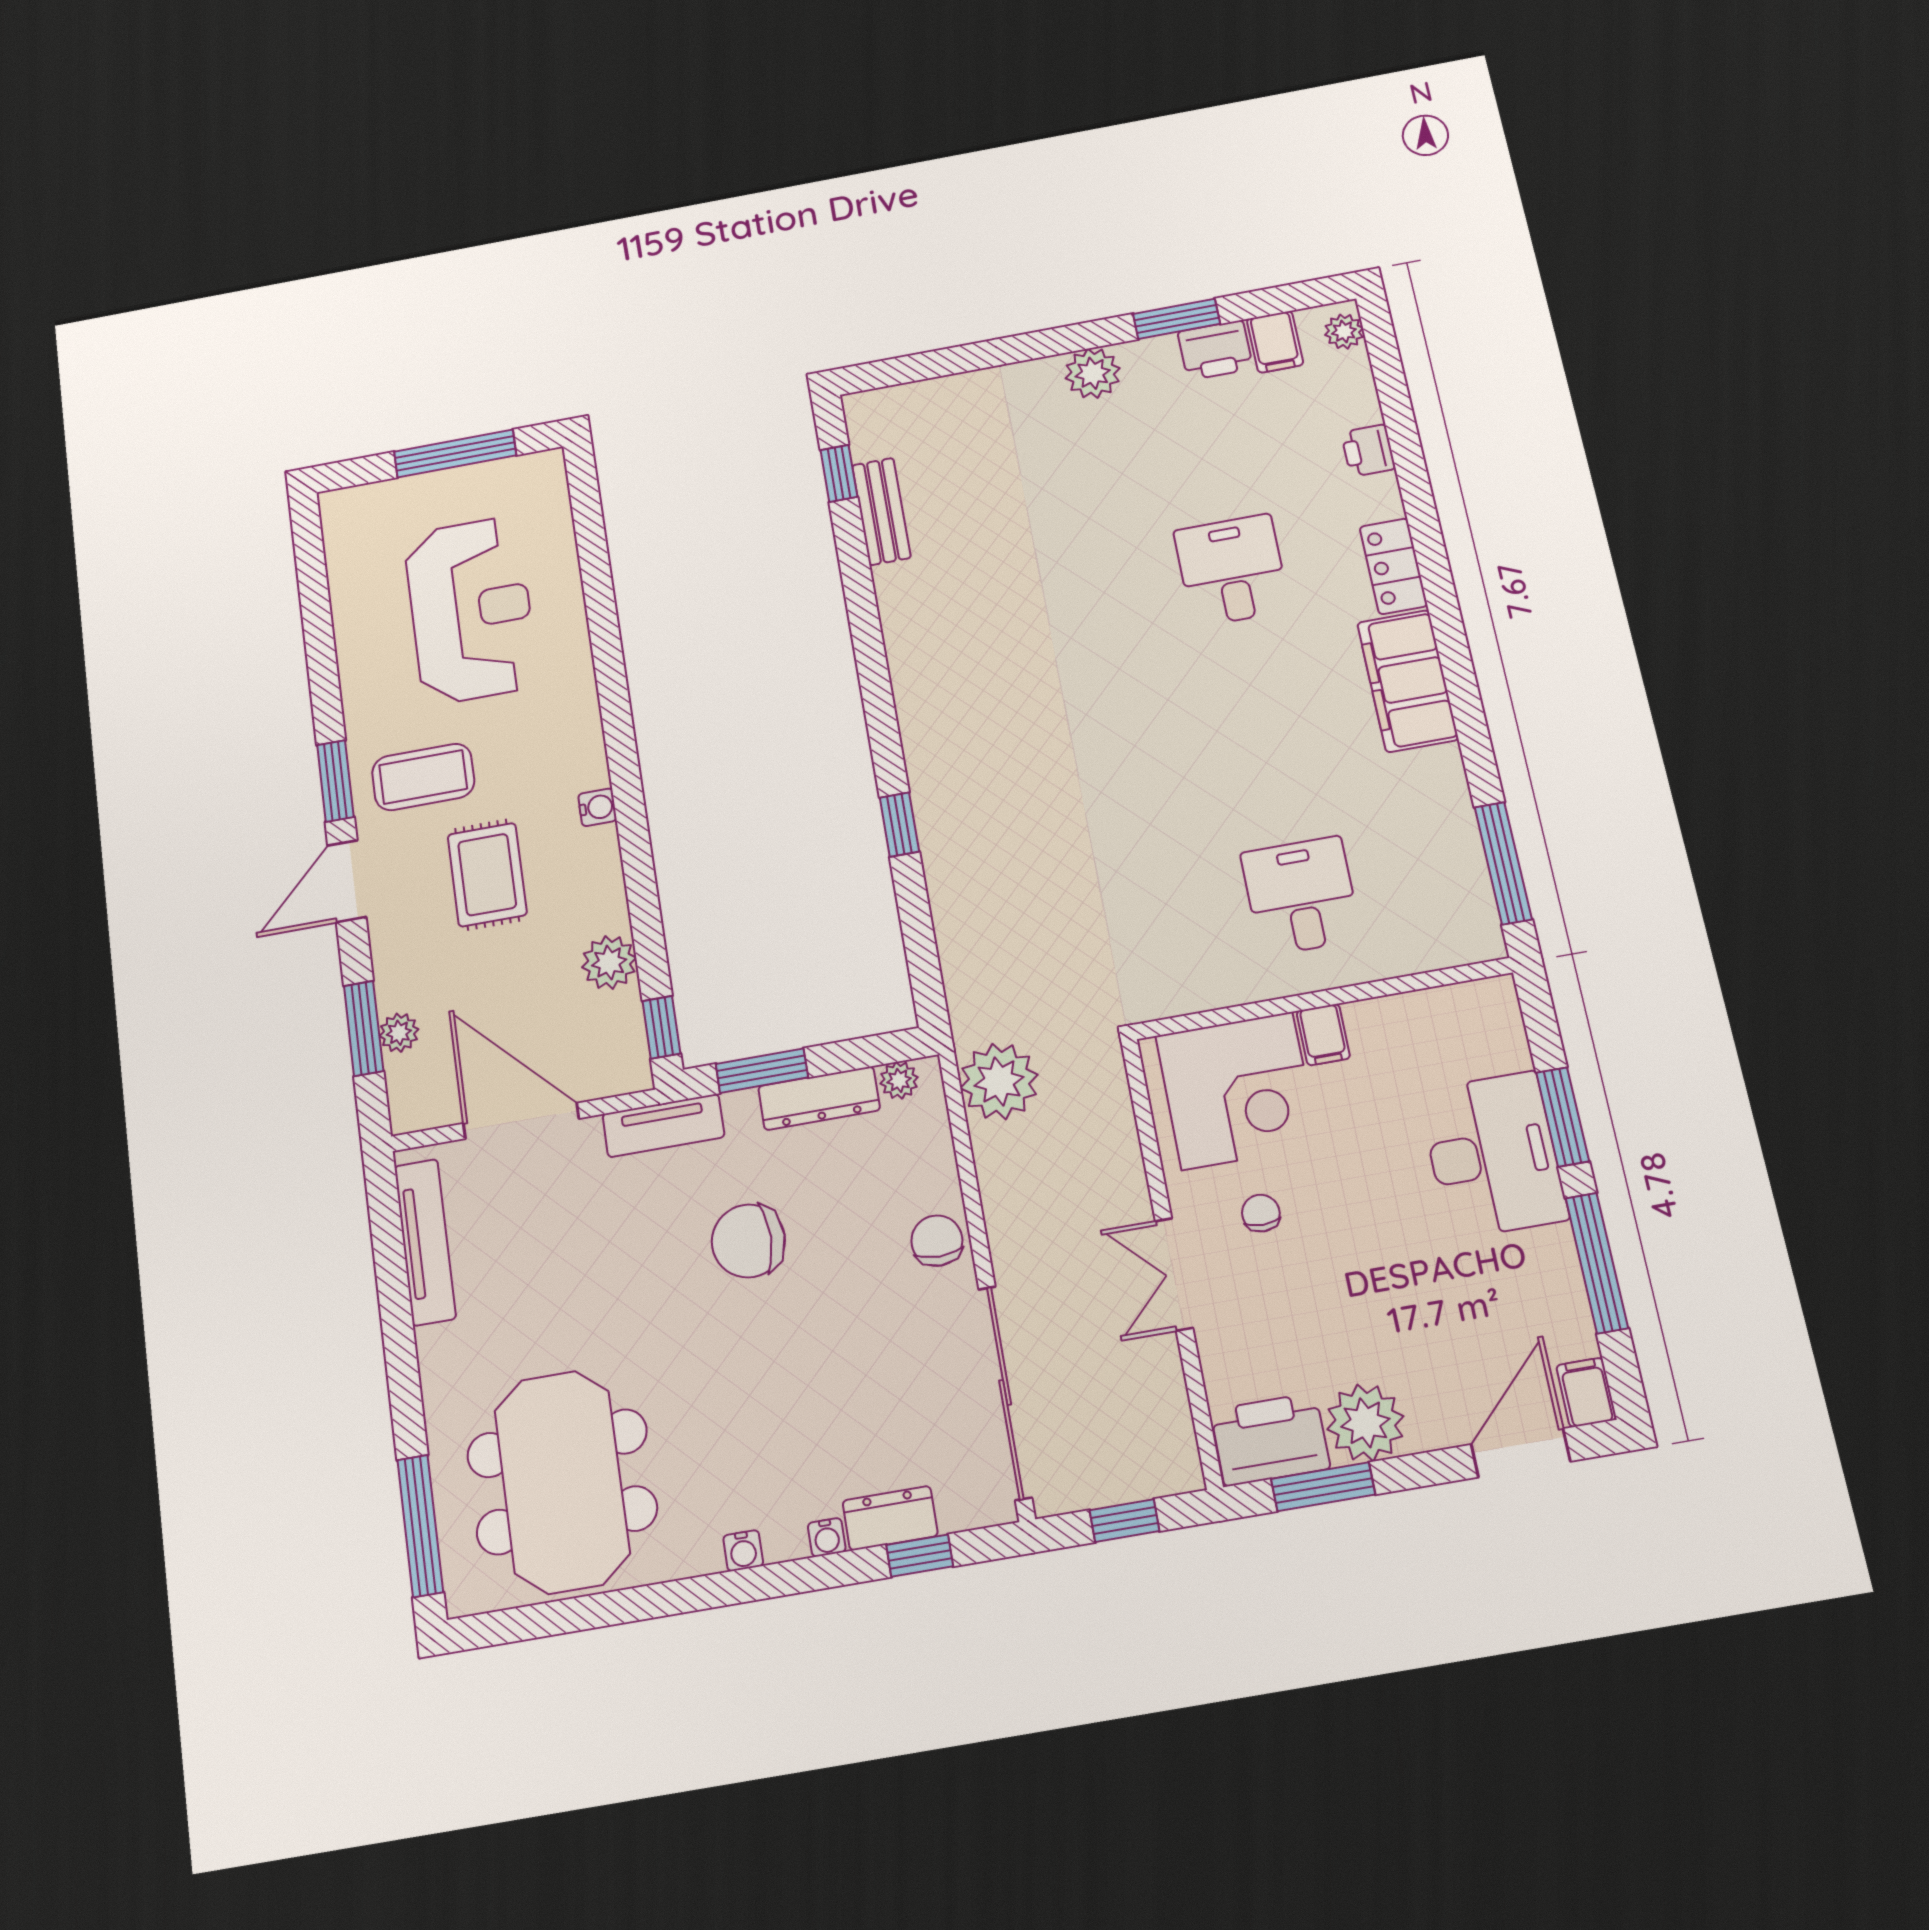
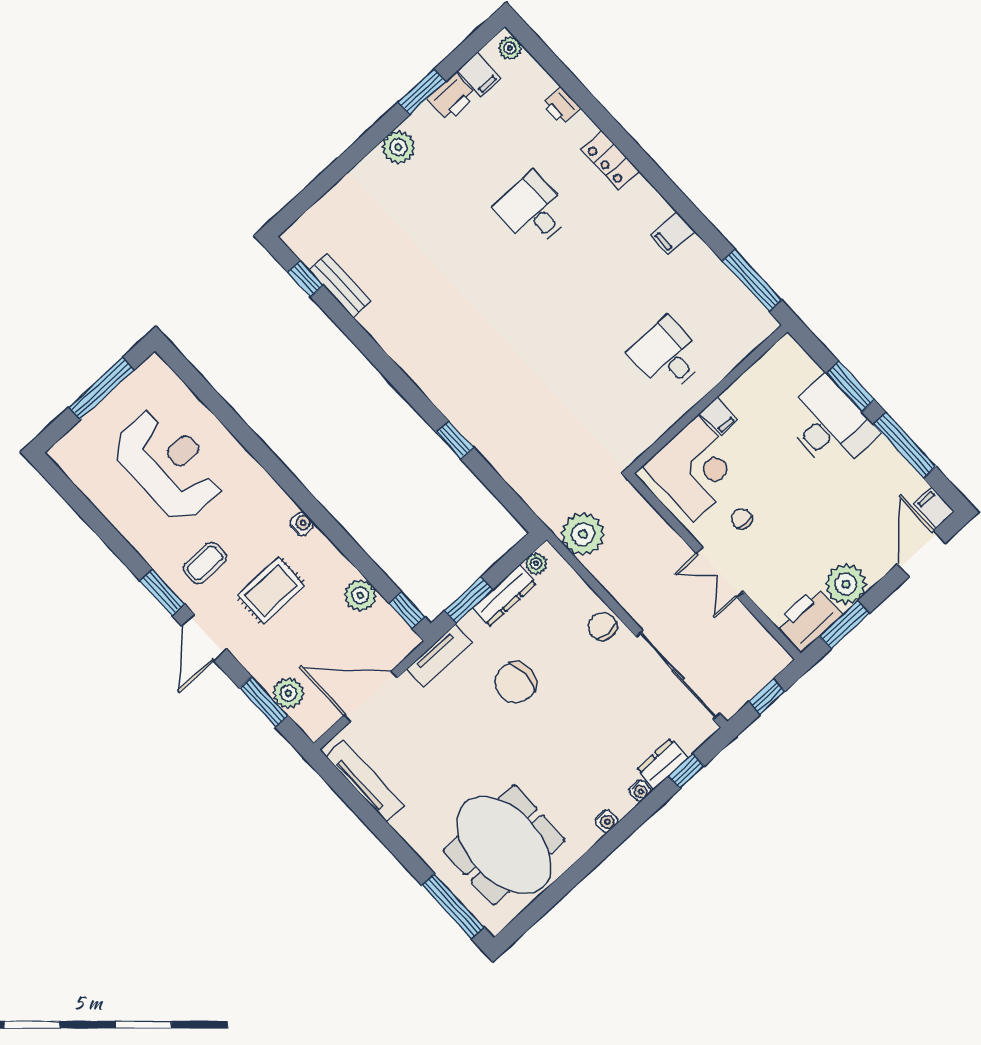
filing cabinet: (1408, 681) -> (673, 233), width x0.33, depth x0.86
coffee table: (423, 777) -> (205, 563), width x0.73, depth x0.77
rug: (487, 875) -> (271, 591), turned 90
plant: (399, 1033) -> (288, 693), width x1.38, depth x1.38

